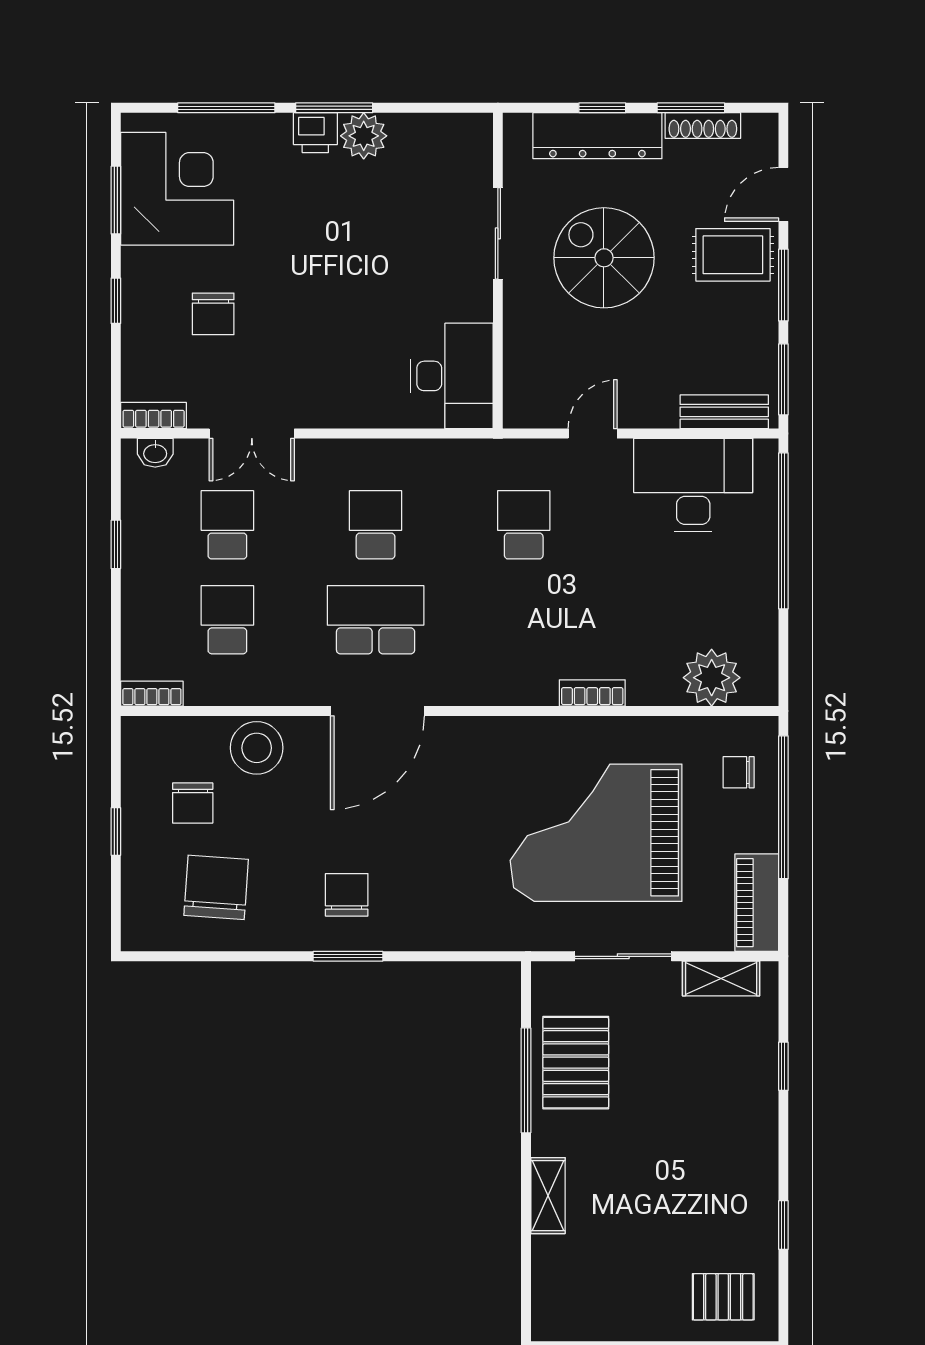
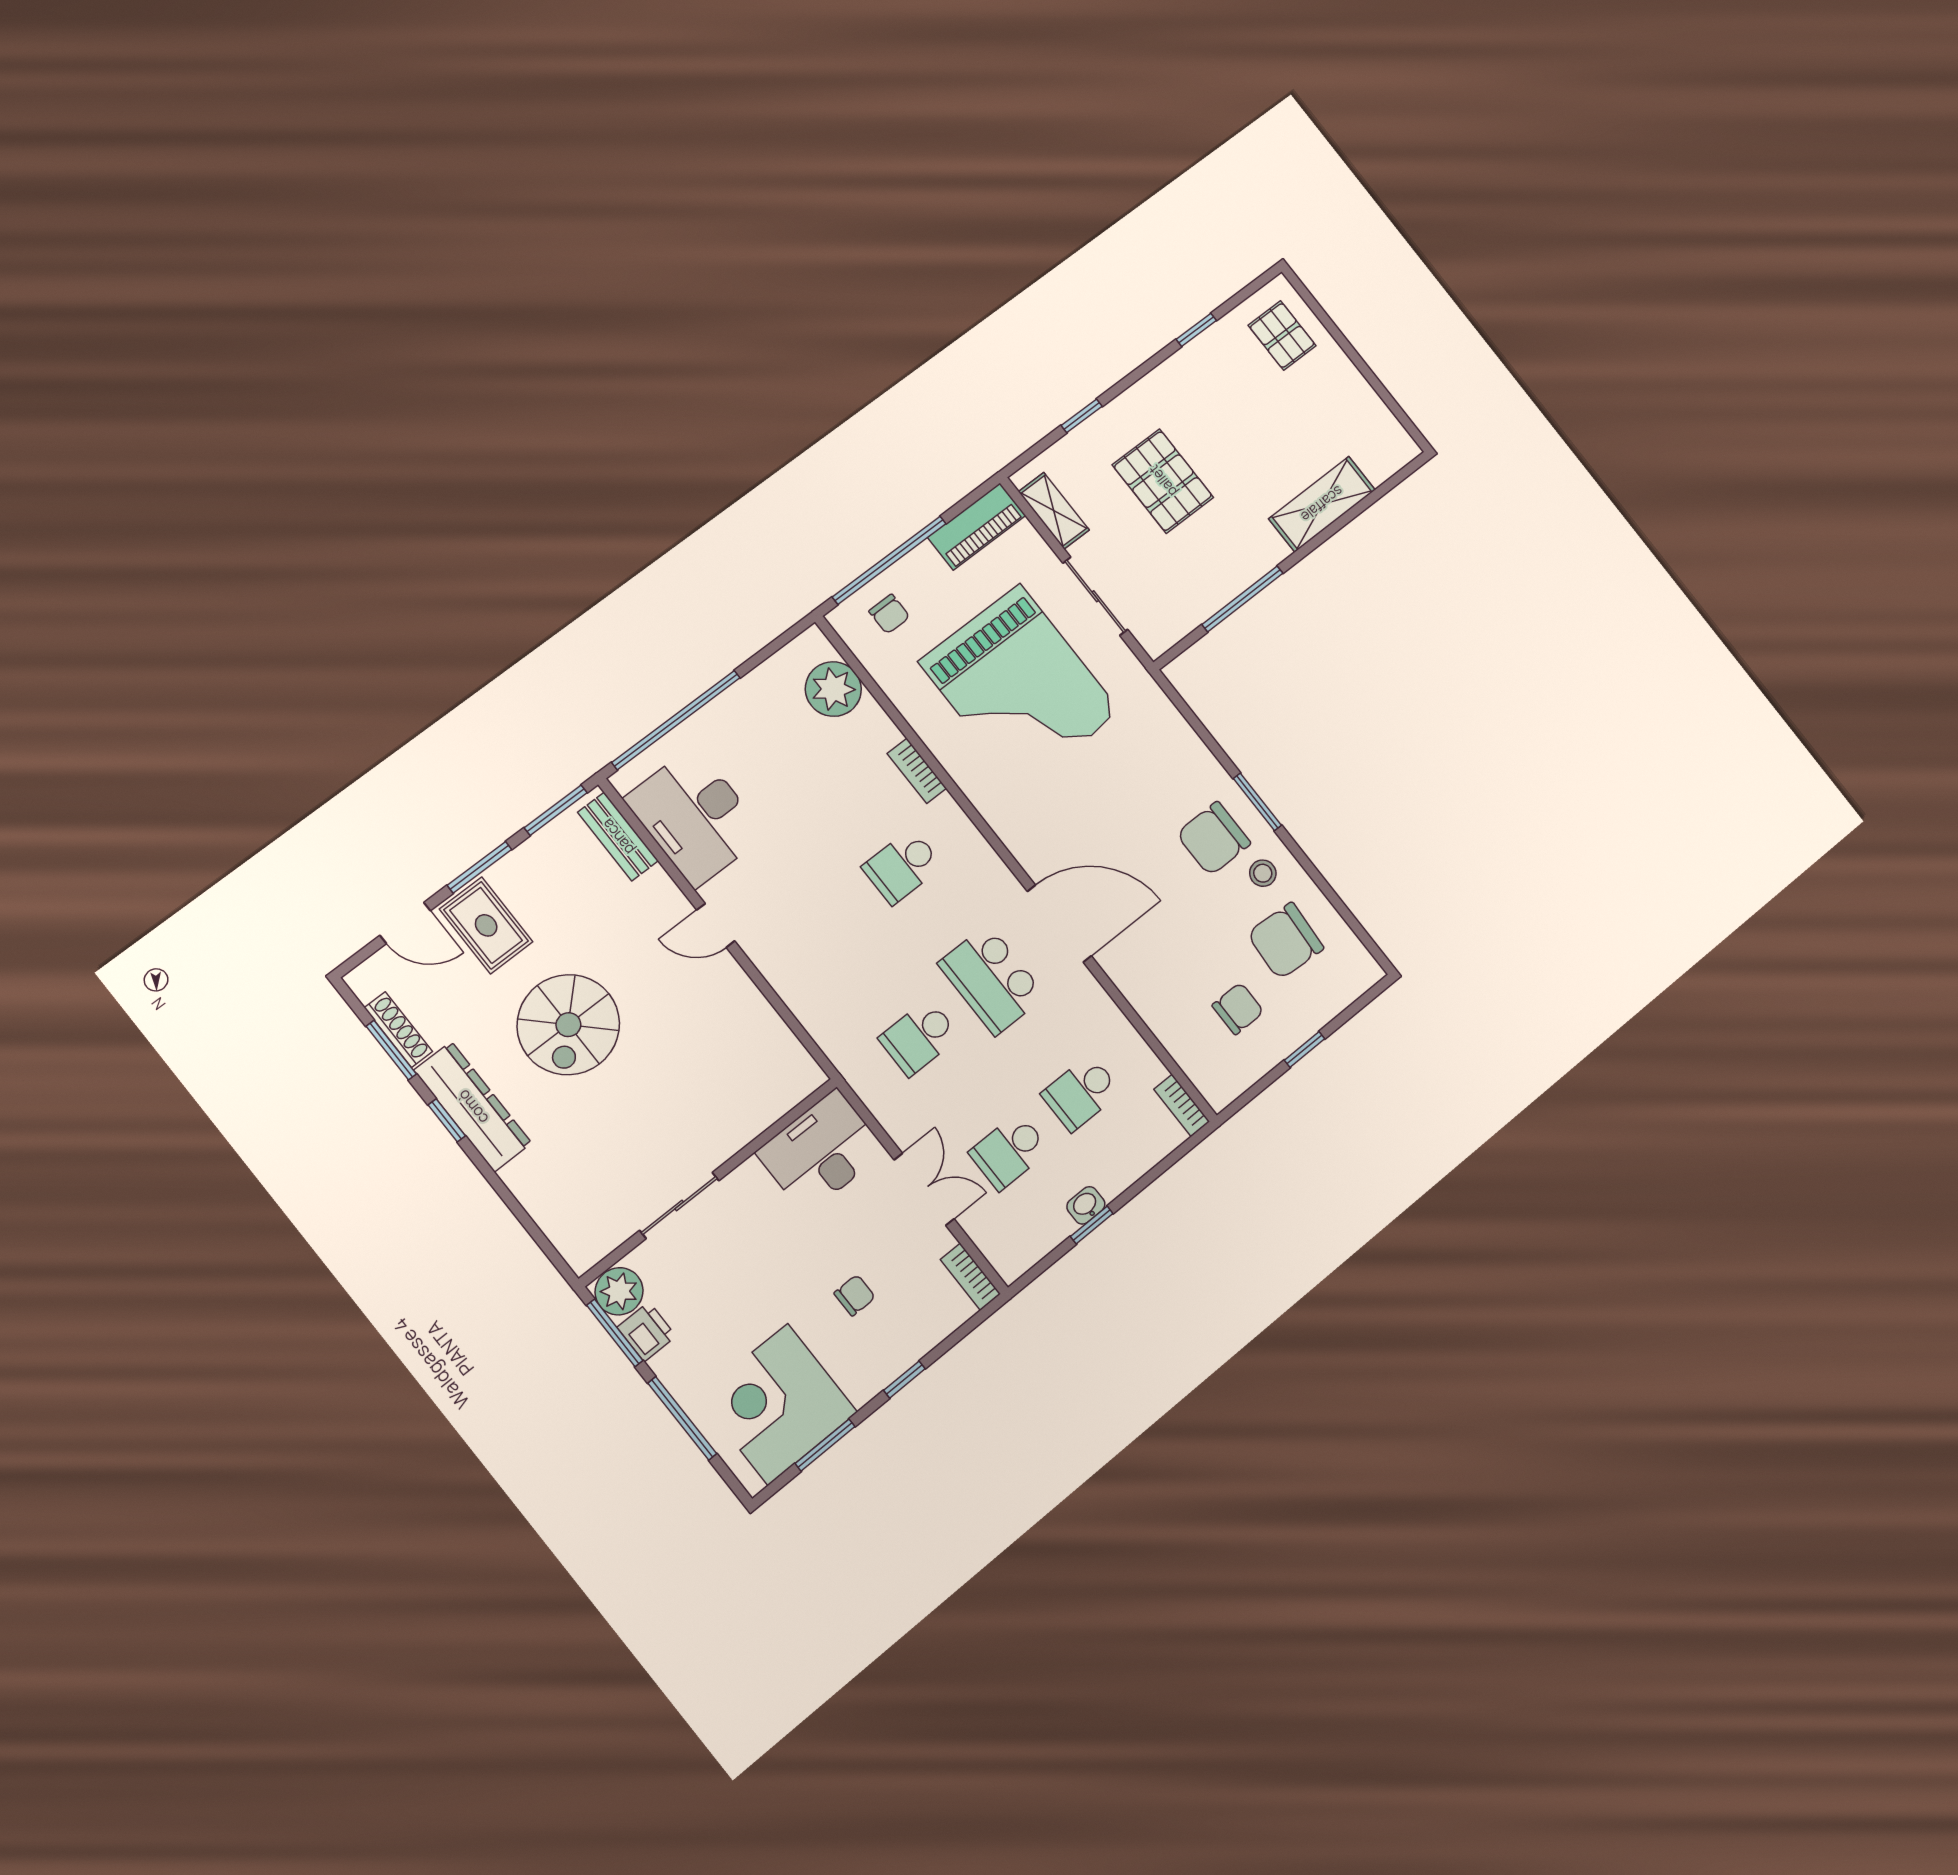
sliding door: (498, 233) -> (679, 1205), moved
wall: (498, 271) -> (709, 1182), moved
chair: (213, 314) -> (855, 1295), width x0.73, depth x0.73
desk: (452, 376) -> (821, 1152), moved
washbasin: (155, 453) -> (1086, 1205), moved, turned -90
school desk: (524, 525) -> (902, 867), moved
stool: (257, 748) -> (1263, 873), moved, width x0.53, depth x0.53
chair: (347, 895) -> (1214, 838), width x1.37, depth x1.37
pallet: (576, 1063) -> (1163, 481), moved, turned 90
shelving: (548, 1196) -> (1322, 504), width x1.50, depth x1.33

